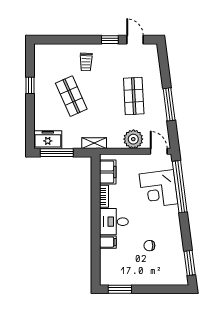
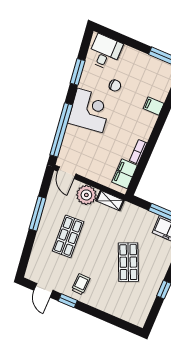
trolley: (86, 62) -> (81, 284), moved
shelving: (94, 143) -> (110, 201), moved
corner desk: (159, 189) -> (90, 110), moved
desk: (114, 222) -> (105, 52), moved, turned -90
window: (190, 263) -> (78, 72), moved

